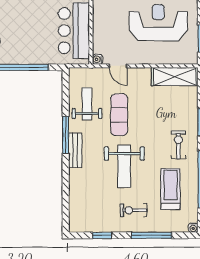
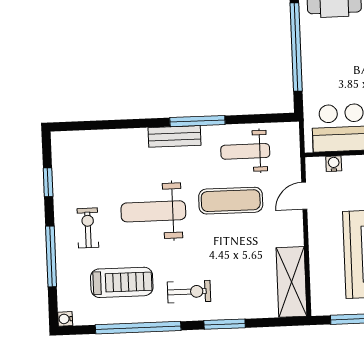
water cooler: (97, 59) -> (334, 164), moved
weight bench: (87, 104) -> (245, 151), turned 180

